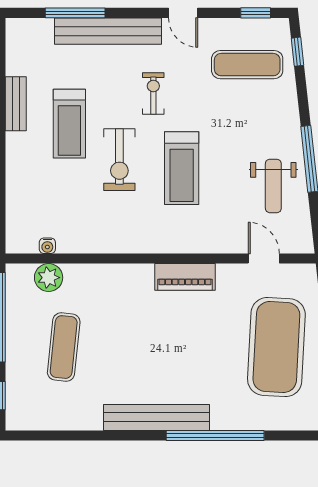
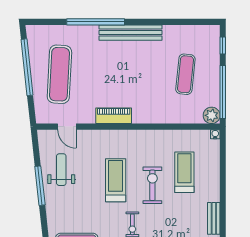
treadmill: (69, 124) -> (184, 172), moved
water cooler: (47, 246) -> (215, 134), moved
plant: (49, 278) -> (212, 115), moved
exercise mat: (276, 347) -> (59, 74), width x0.68

